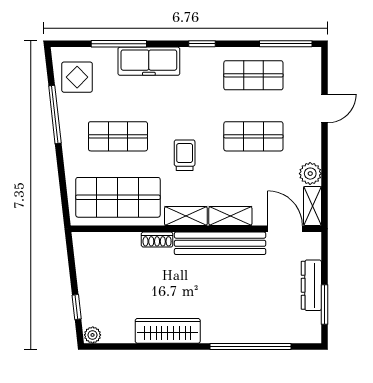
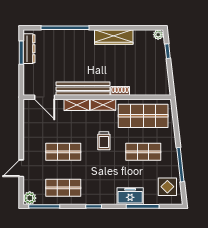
freezer: (149, 61) -> (130, 196), width x0.71
plant: (310, 174) -> (30, 198), moved
shelving: (312, 206) -> (28, 111), removed
dresser: (311, 285) -> (29, 49), moved

